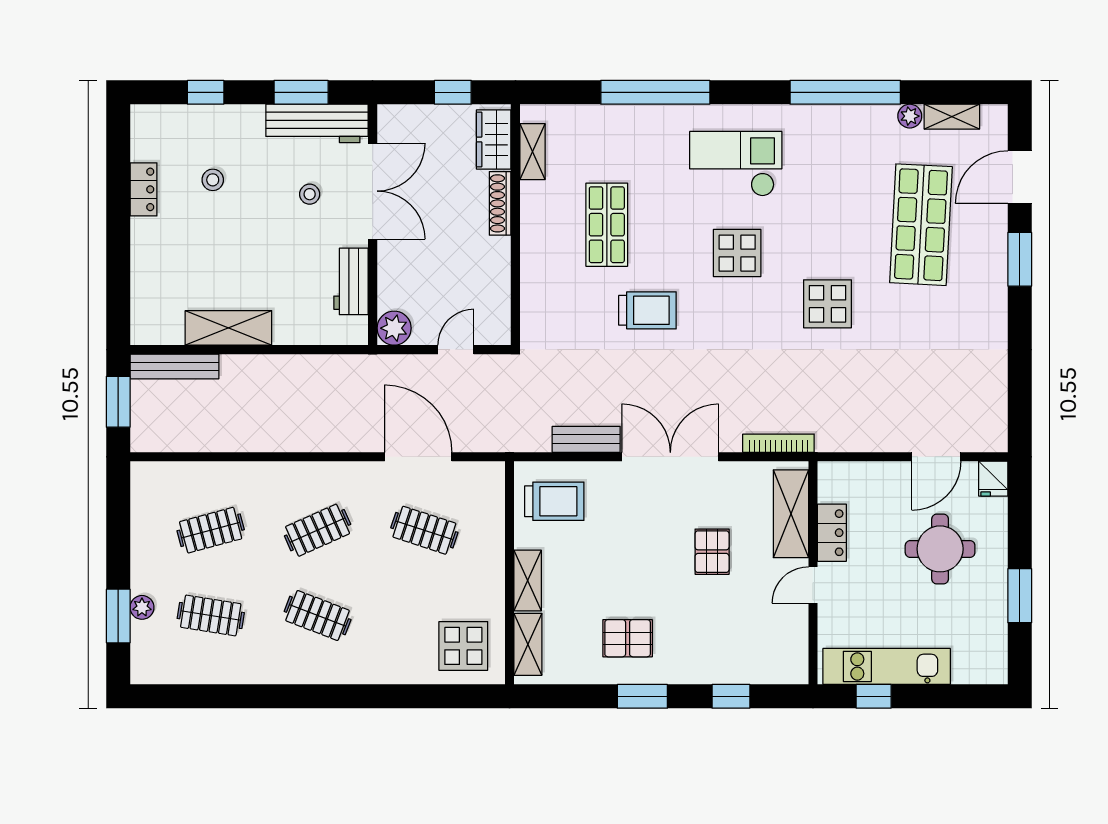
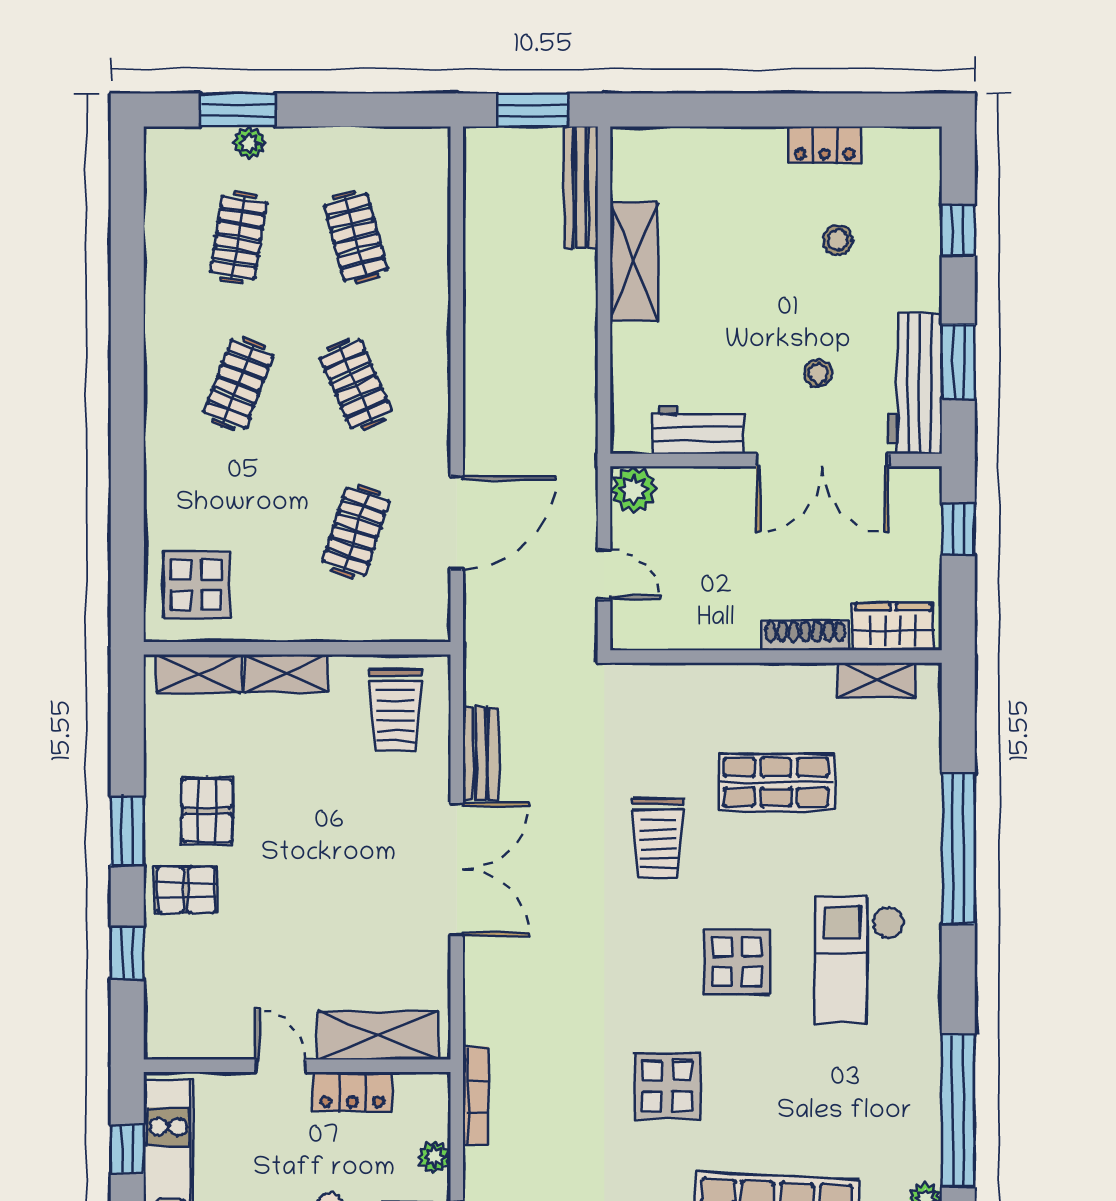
window: (453, 92) -> (958, 529), moved
checkout: (736, 164) -> (860, 960), turned 180
bookcase: (778, 443) -> (475, 1096), moved
plant: (879, 473) -> (434, 1157), added
pallet: (712, 552) -> (186, 890), moved

